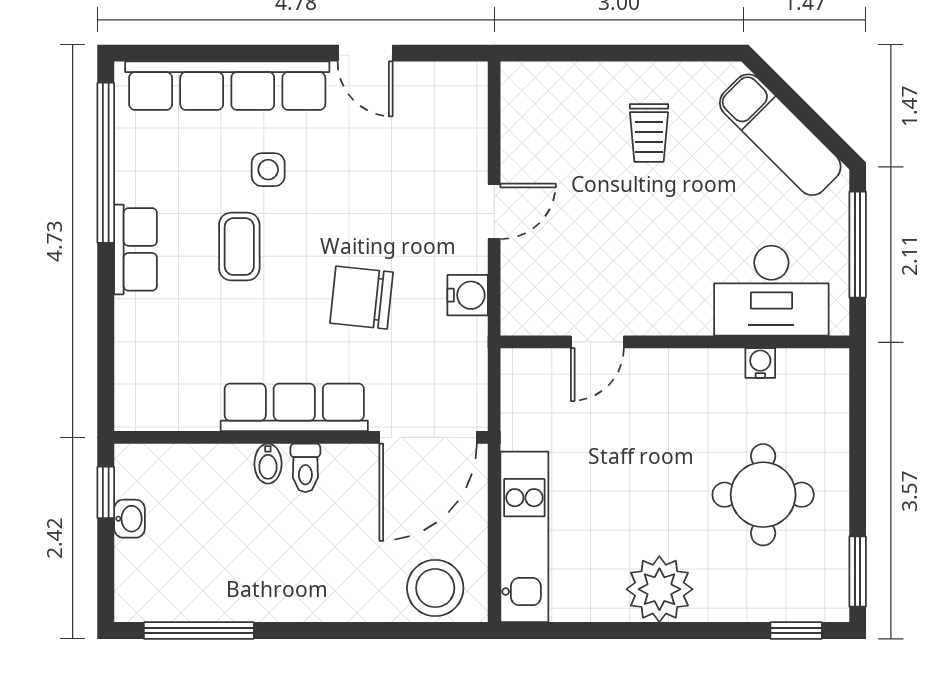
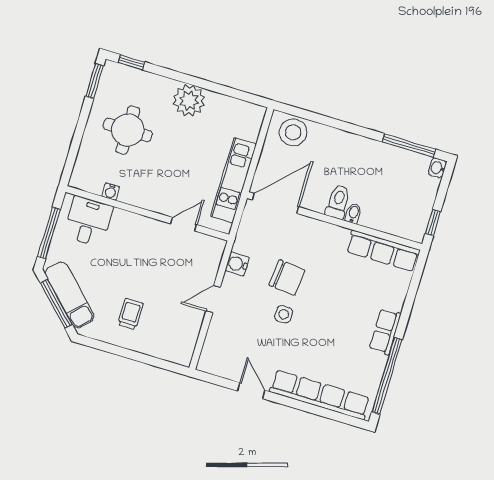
window: (801, 110) -> (56, 304), added
side table: (268, 170) -> (284, 314), moved
coffee table: (239, 247) -> (337, 318), removed
desk: (771, 291) -> (88, 222), width x0.73
row of seats: (294, 407) -> (383, 251), moved
toilet: (305, 468) -> (338, 202), width x1.37, depth x1.39
washbasin: (129, 519) -> (437, 168), moved
kitchen unit: (524, 537) -> (234, 180), moved

